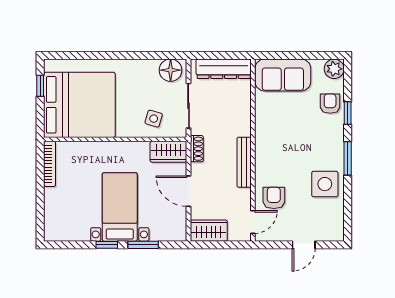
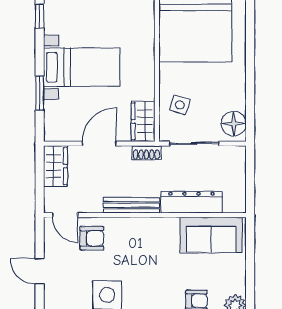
dresser: (224, 69) -> (191, 202), moved, turned 90
sofa: (283, 75) -> (211, 235), moved, turned -90
window: (107, 245) -> (40, 16), moved

